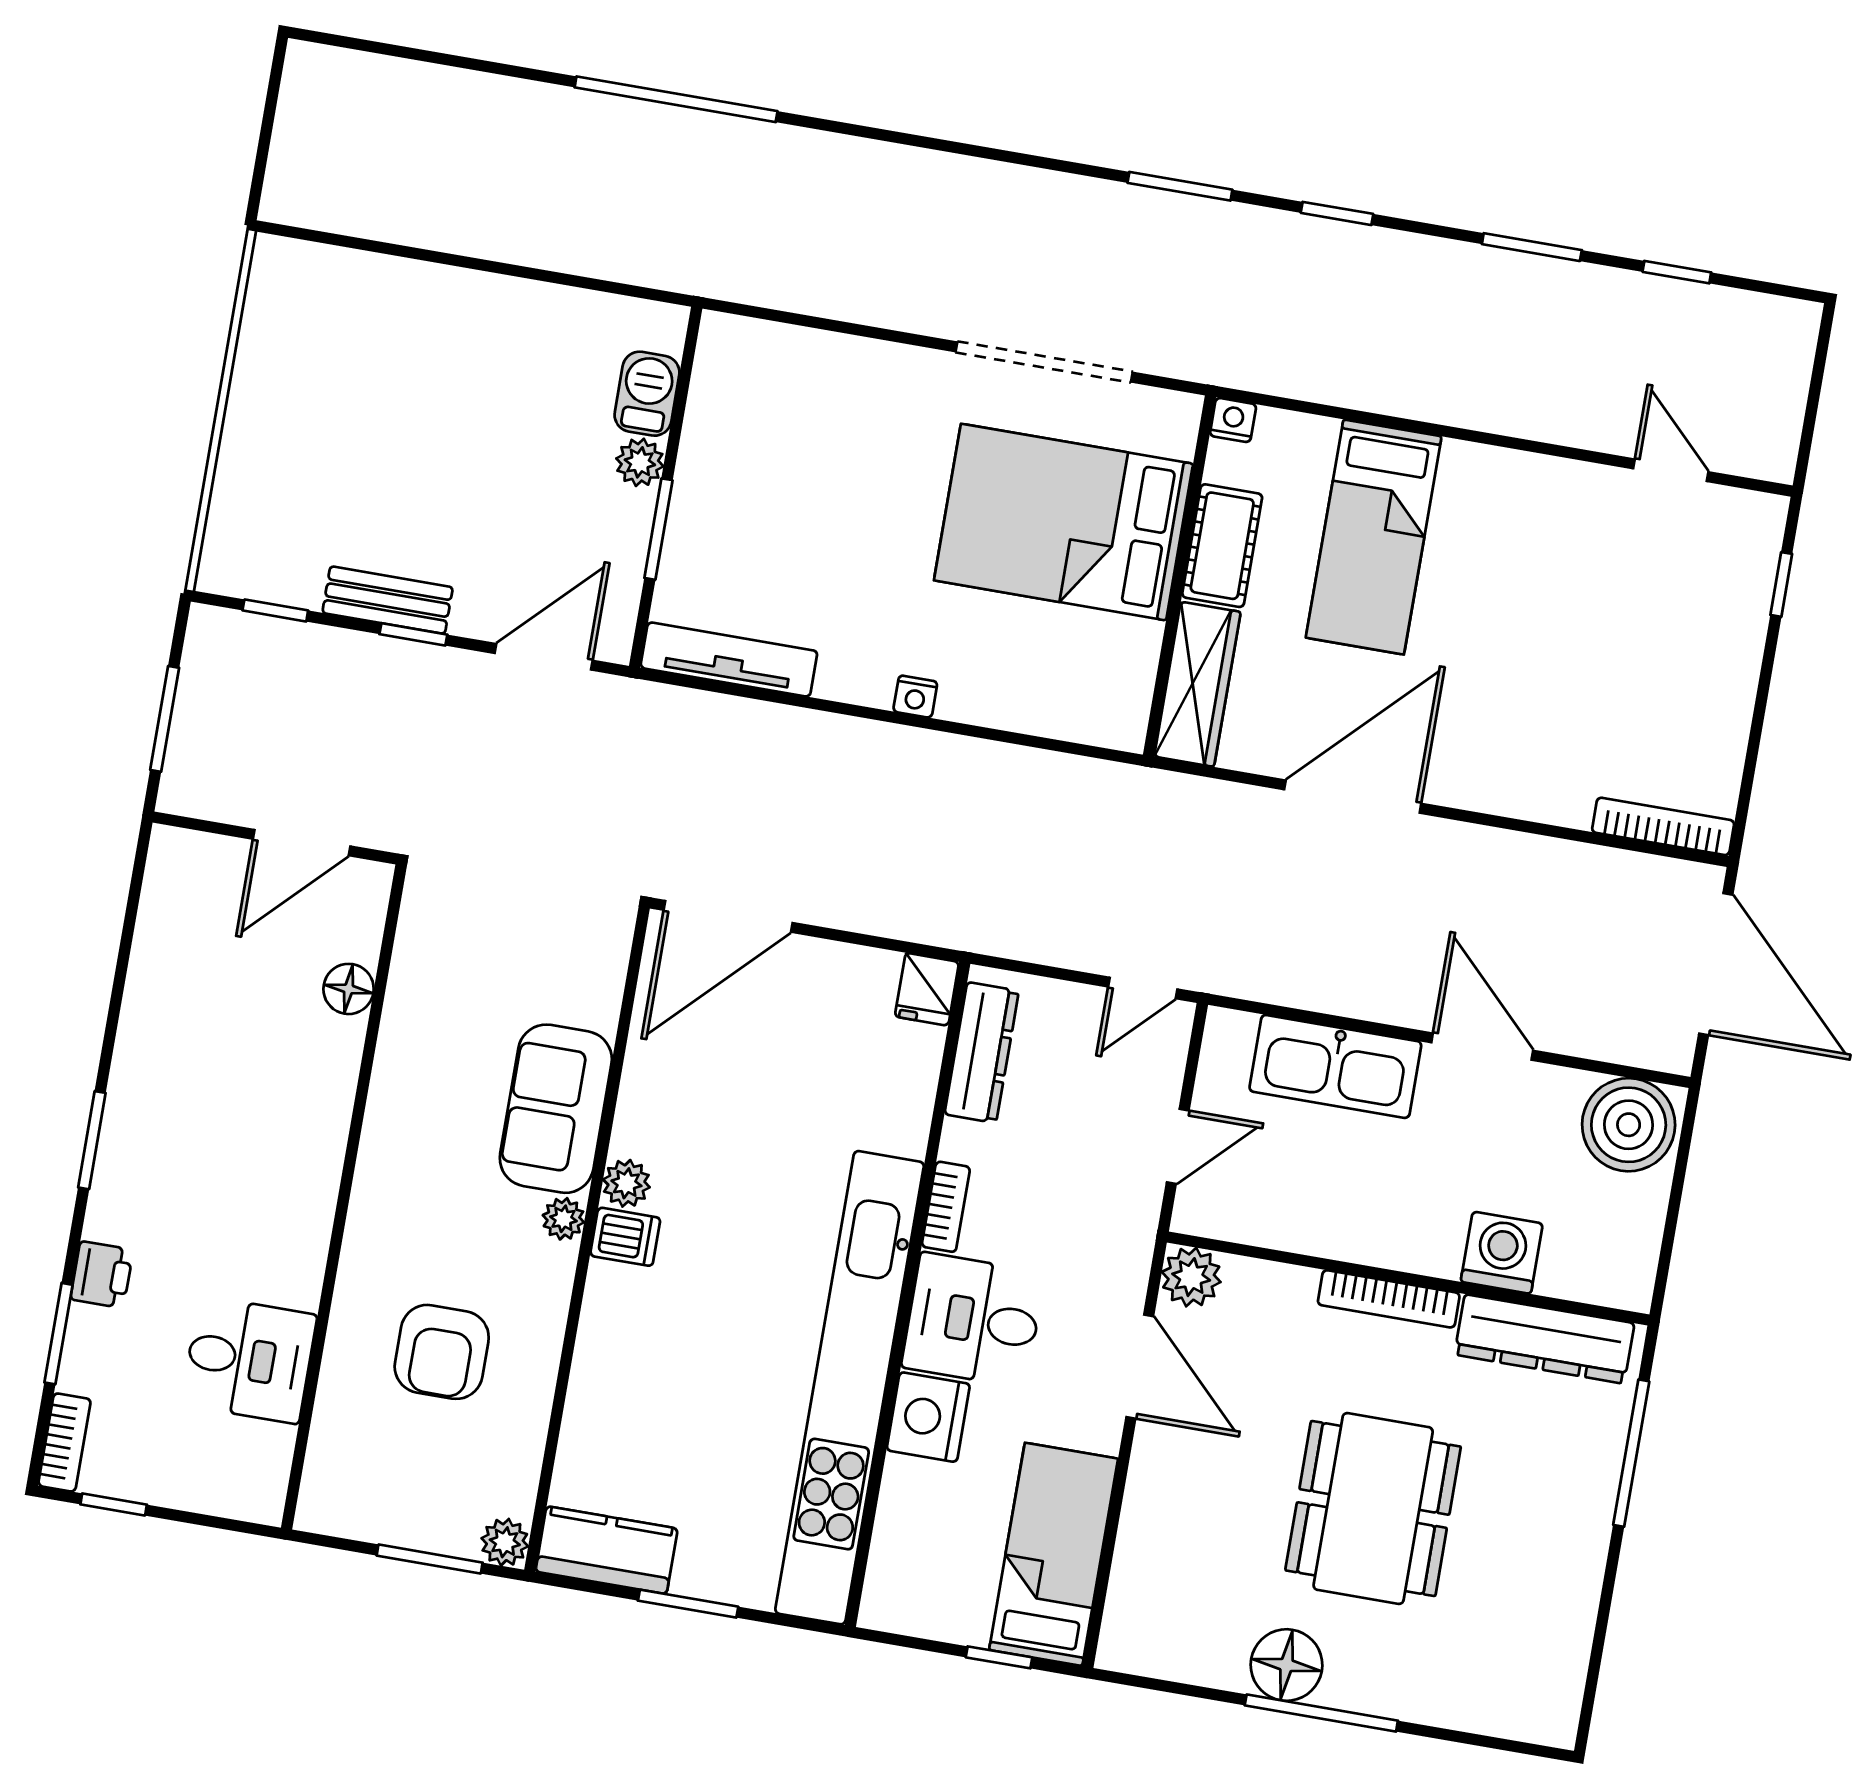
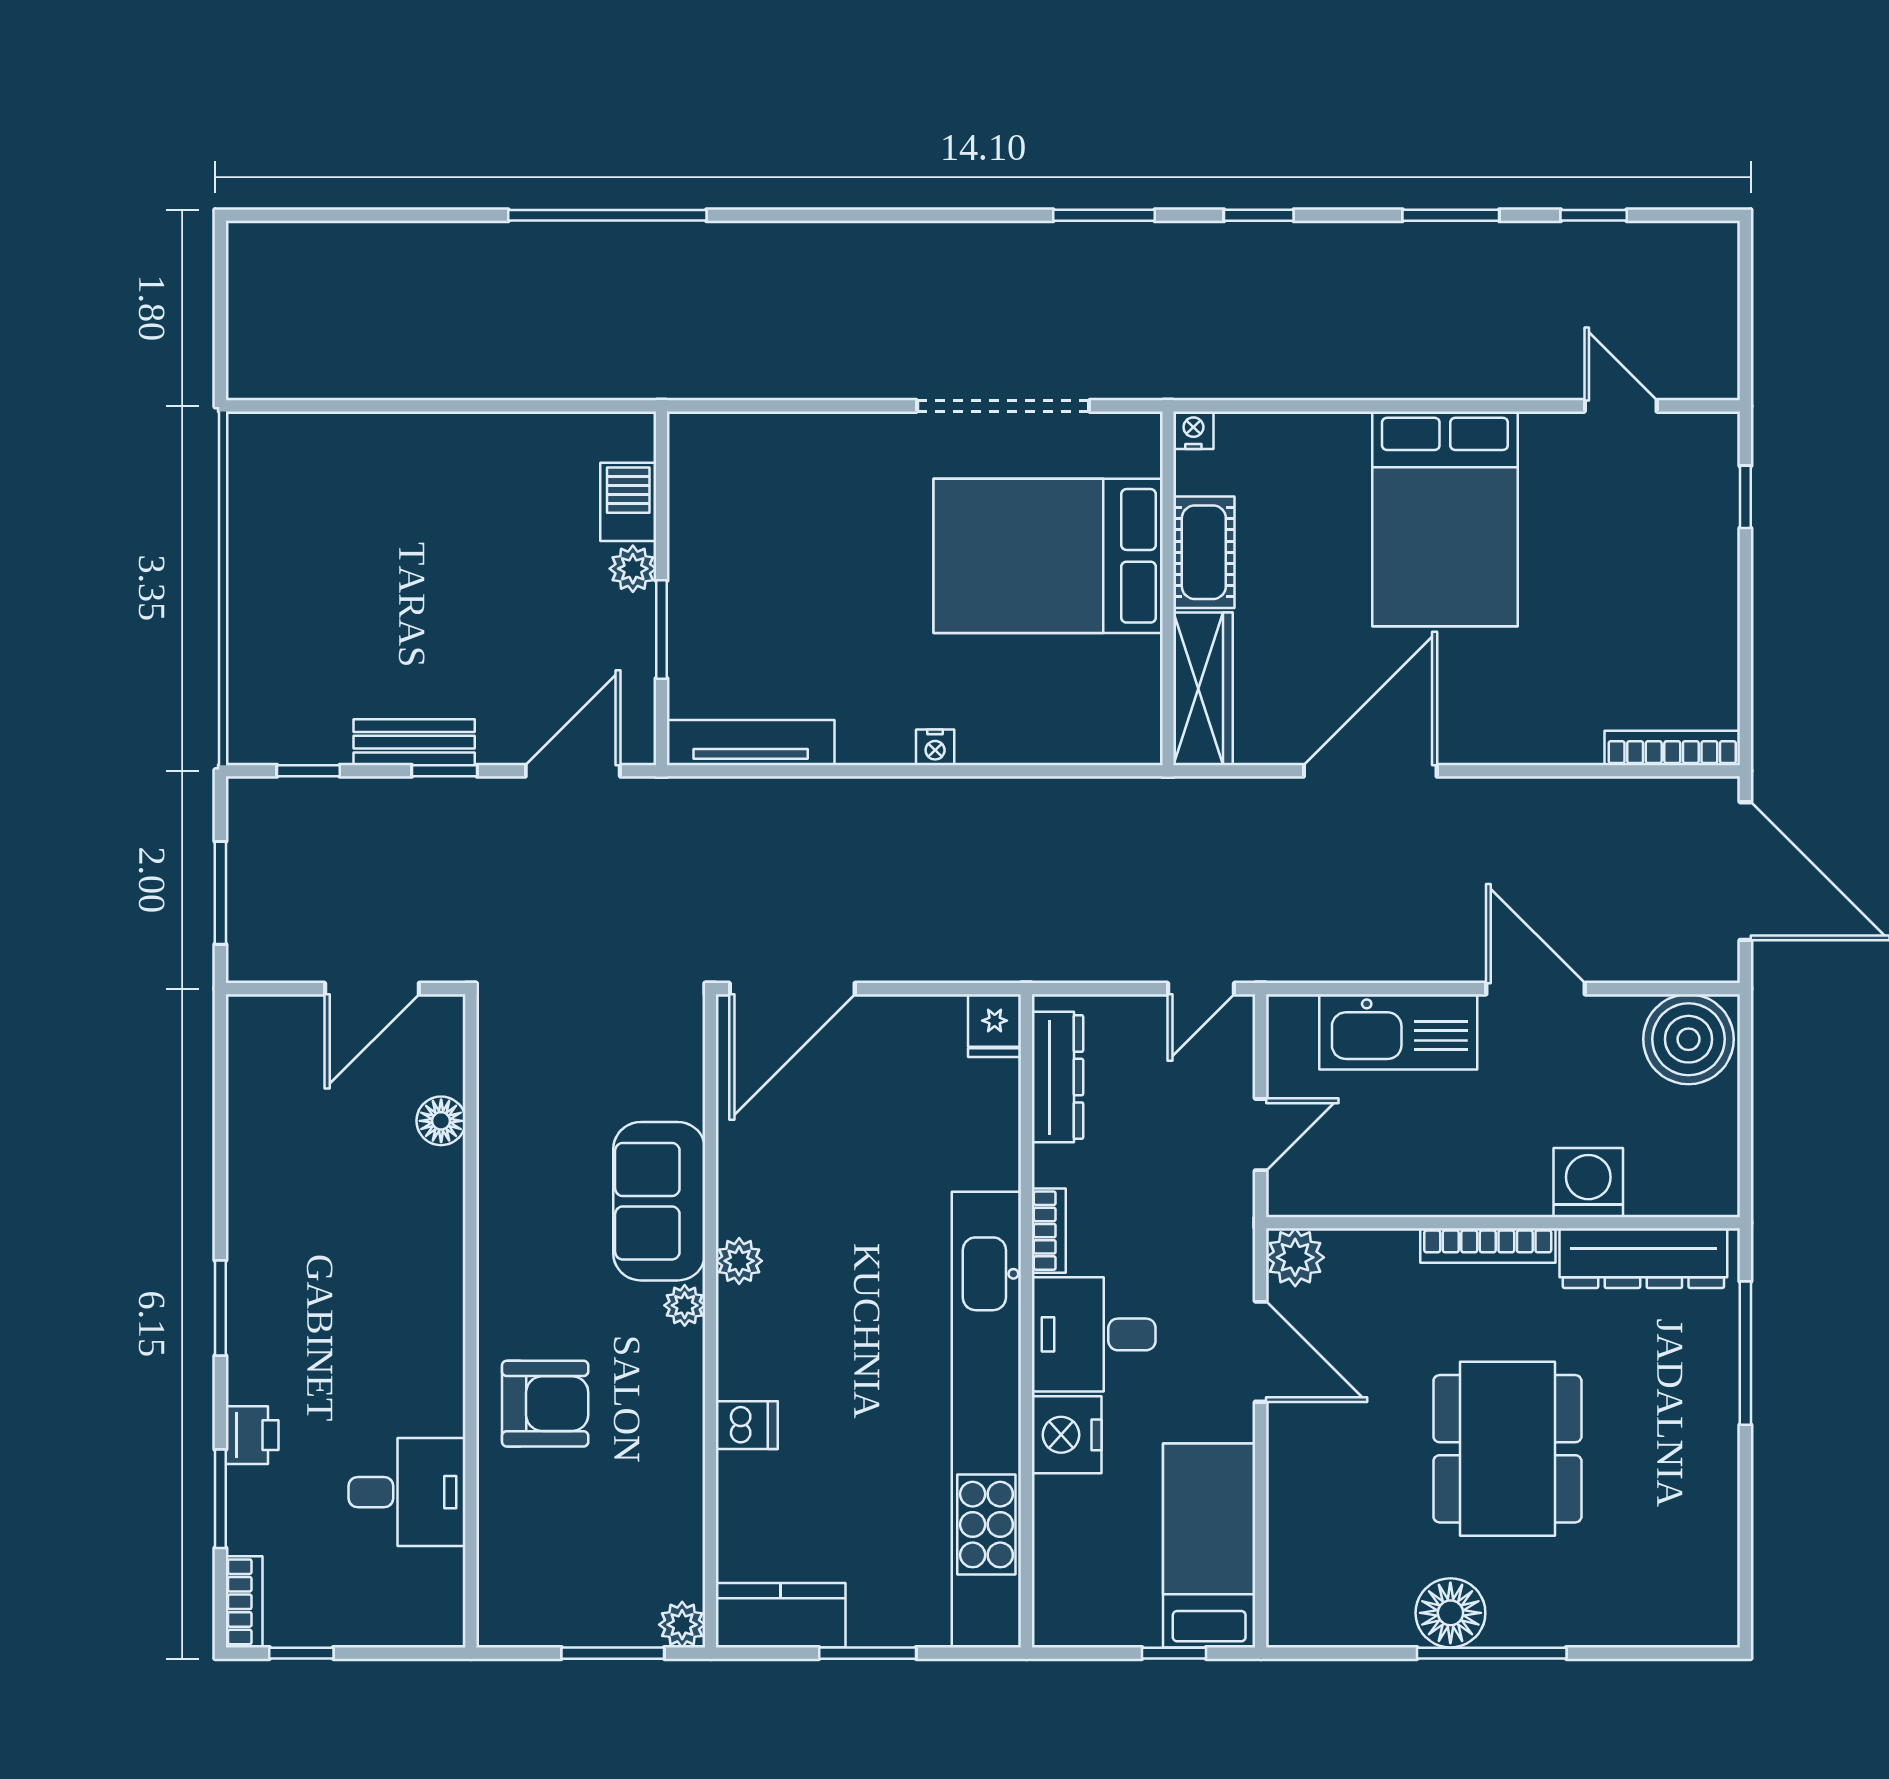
bed: (1374, 537) -> (1445, 519), moved, width x1.50
dishwasher: (625, 1237) -> (747, 1425), moved
armchair: (442, 1352) -> (545, 1404), moved, turned -90

